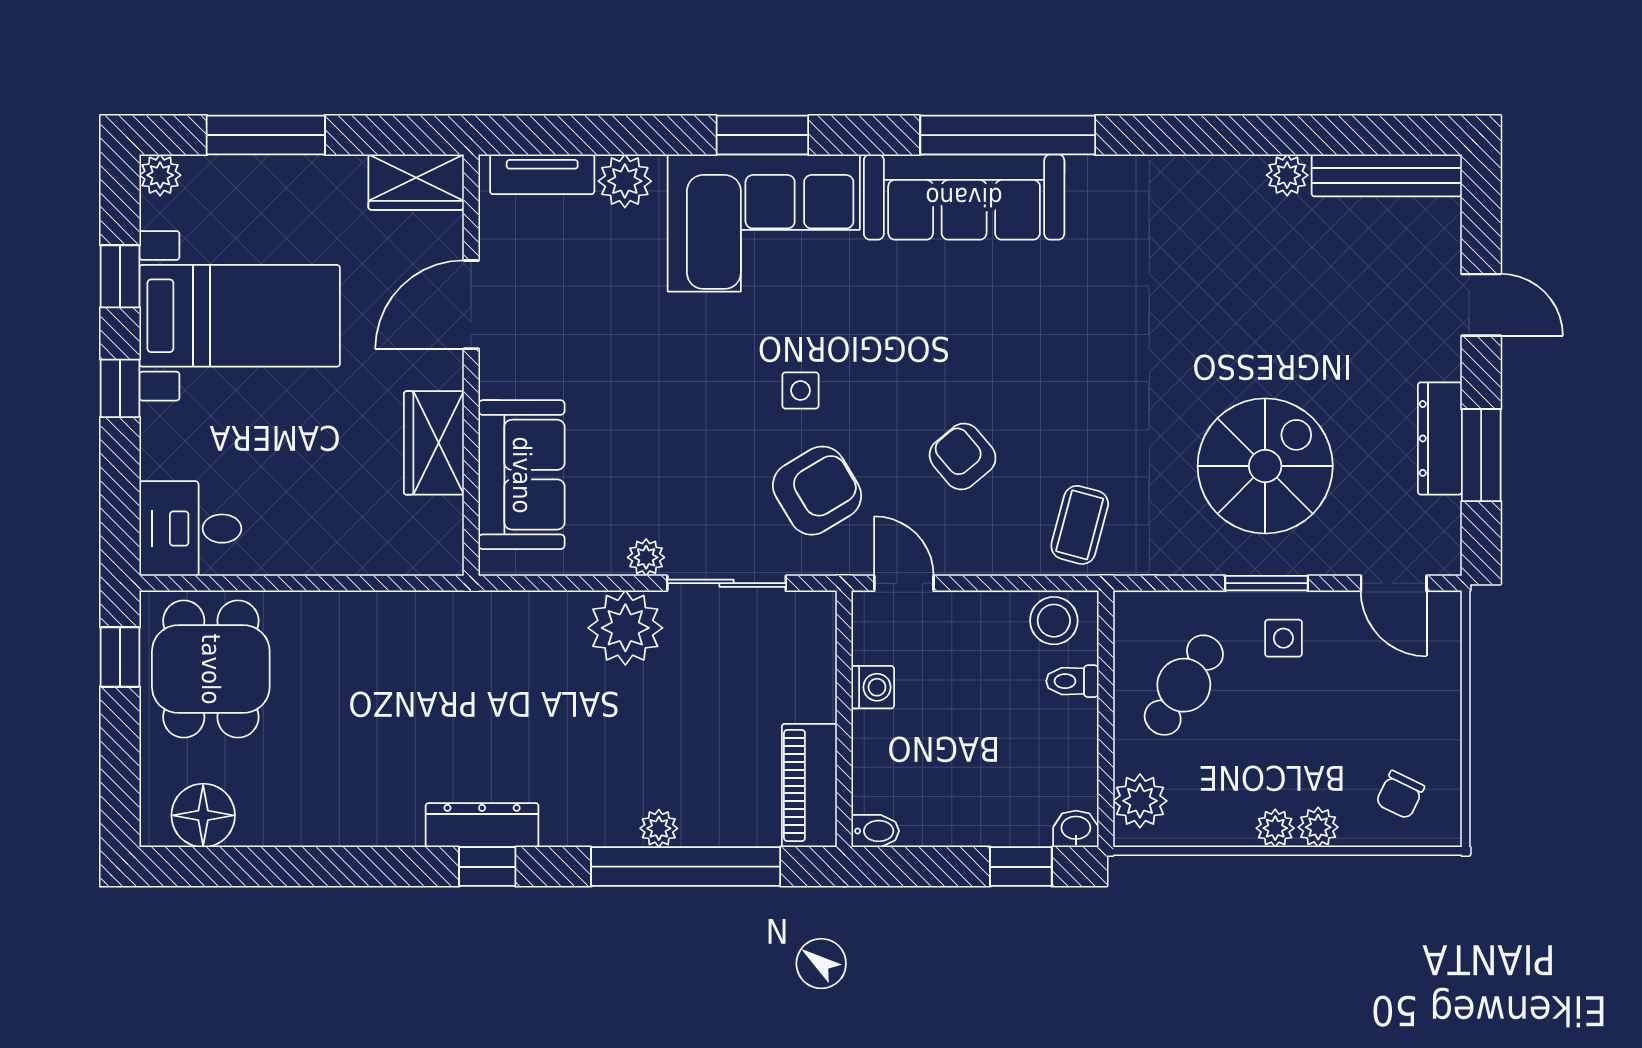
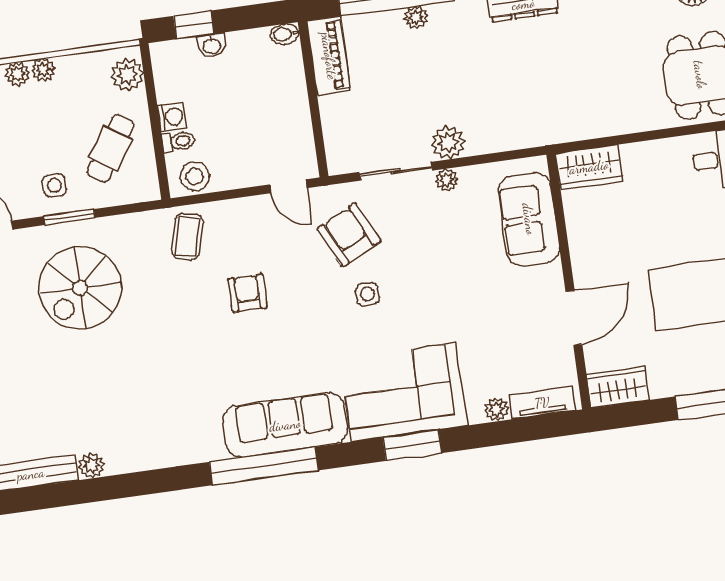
plant: (625, 181) -> (497, 410), width x0.73, depth x0.73
wardrobe: (434, 443) -> (589, 167), moved, turned 90
armchair: (963, 456) -> (247, 293), moved, turned -140
armchair: (817, 491) -> (349, 235), turned 95
plant: (625, 628) -> (448, 143), width x0.73, depth x0.73
washing machine: (873, 687) -> (172, 117), moved, turned 180
washbasin: (1076, 829) -> (212, 46), moved

